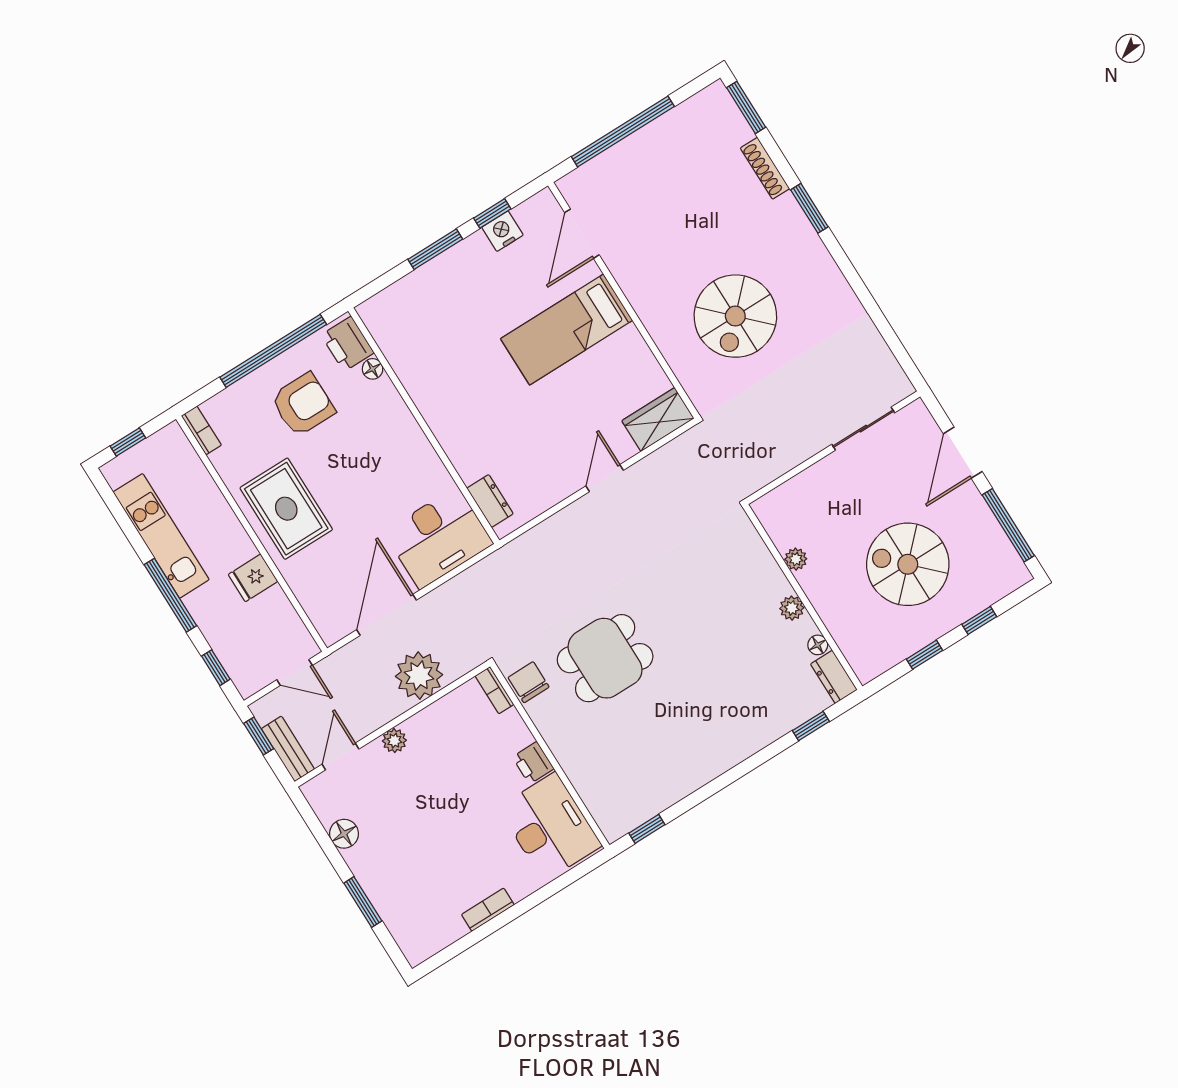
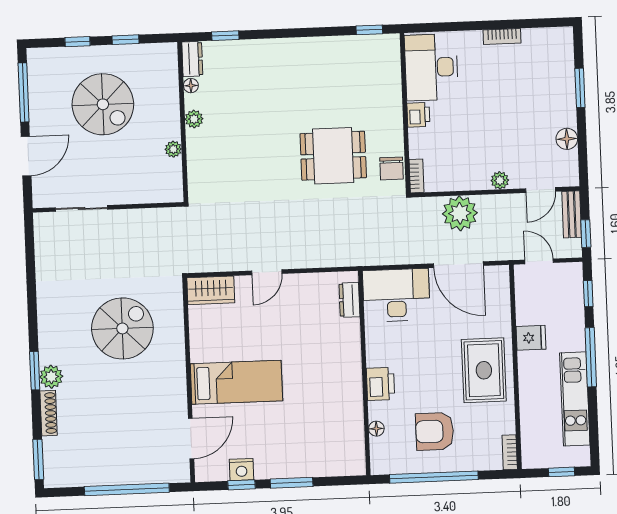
plant: (786, 212) -> (51, 377), added
printer: (348, 344) -> (380, 384), moved
door: (386, 615) -> (458, 265), hinge flipped

